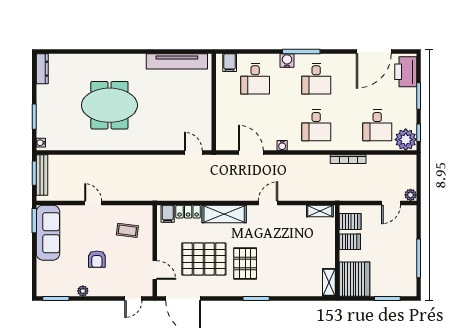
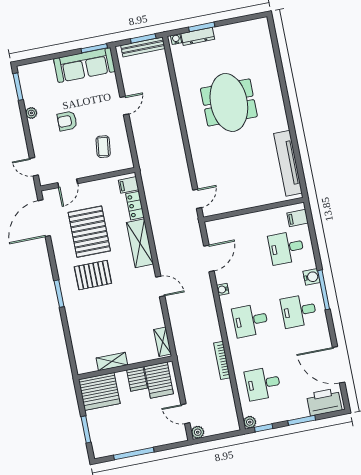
dresser: (42, 69) -> (198, 36), moved
plant: (406, 140) -> (250, 422), width x0.53, depth x0.53
server rack: (350, 222) -> (159, 380), width x1.36, depth x1.44
shelving: (329, 282) -> (112, 361), moved

